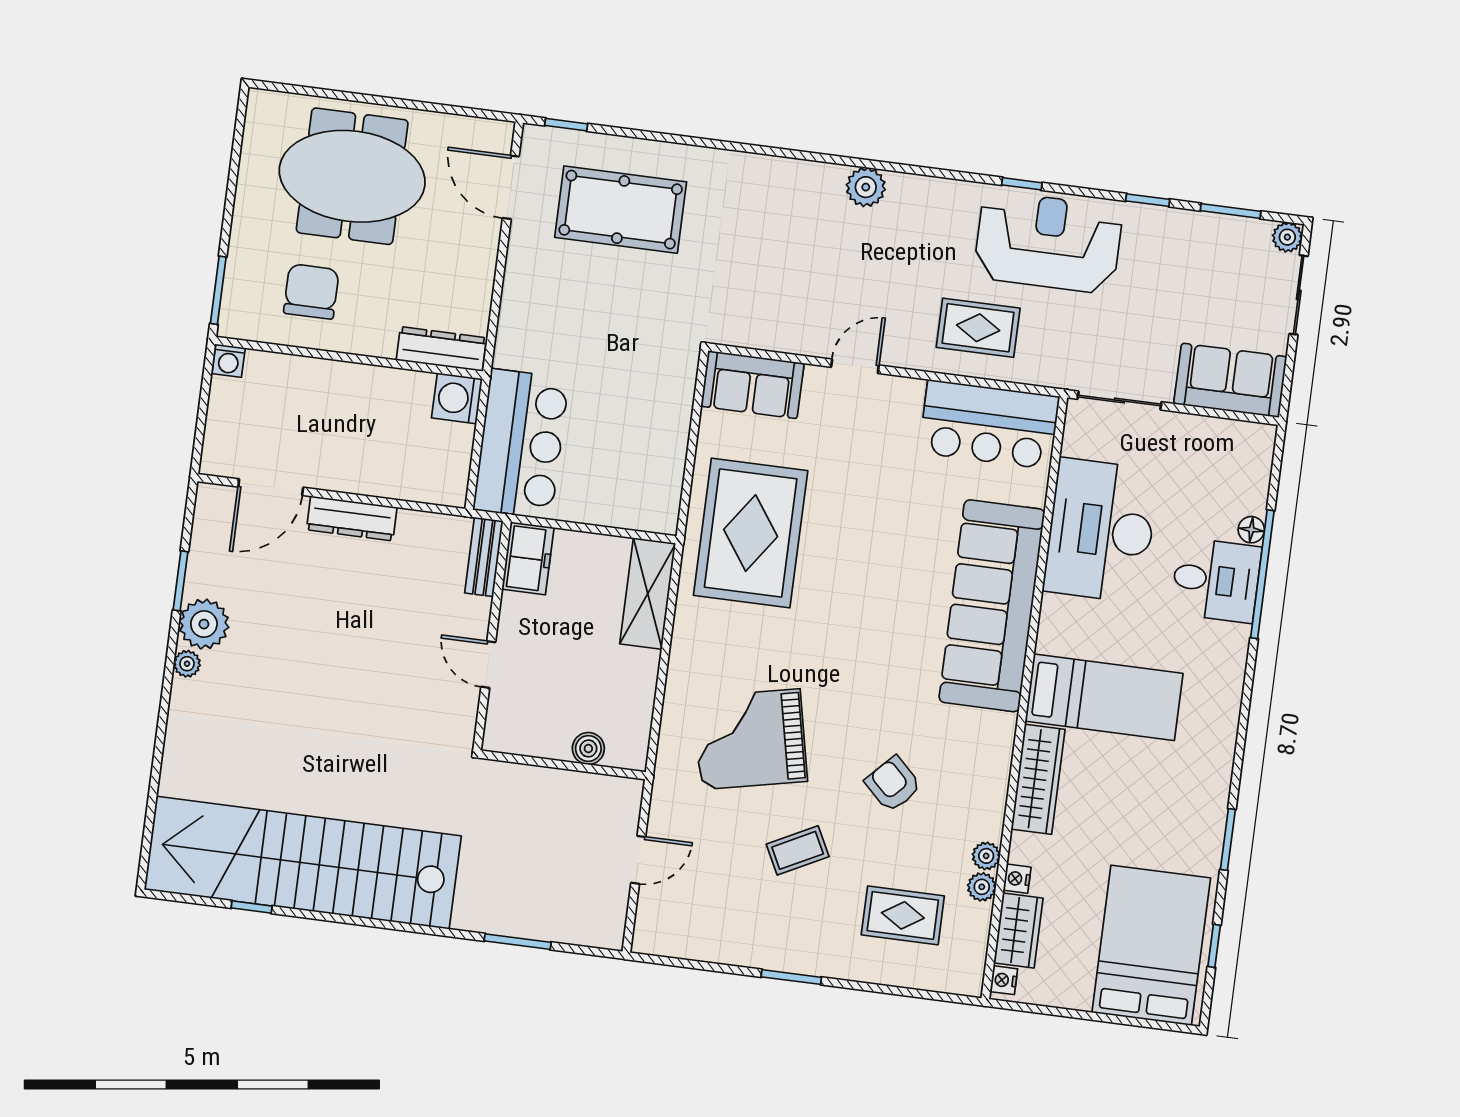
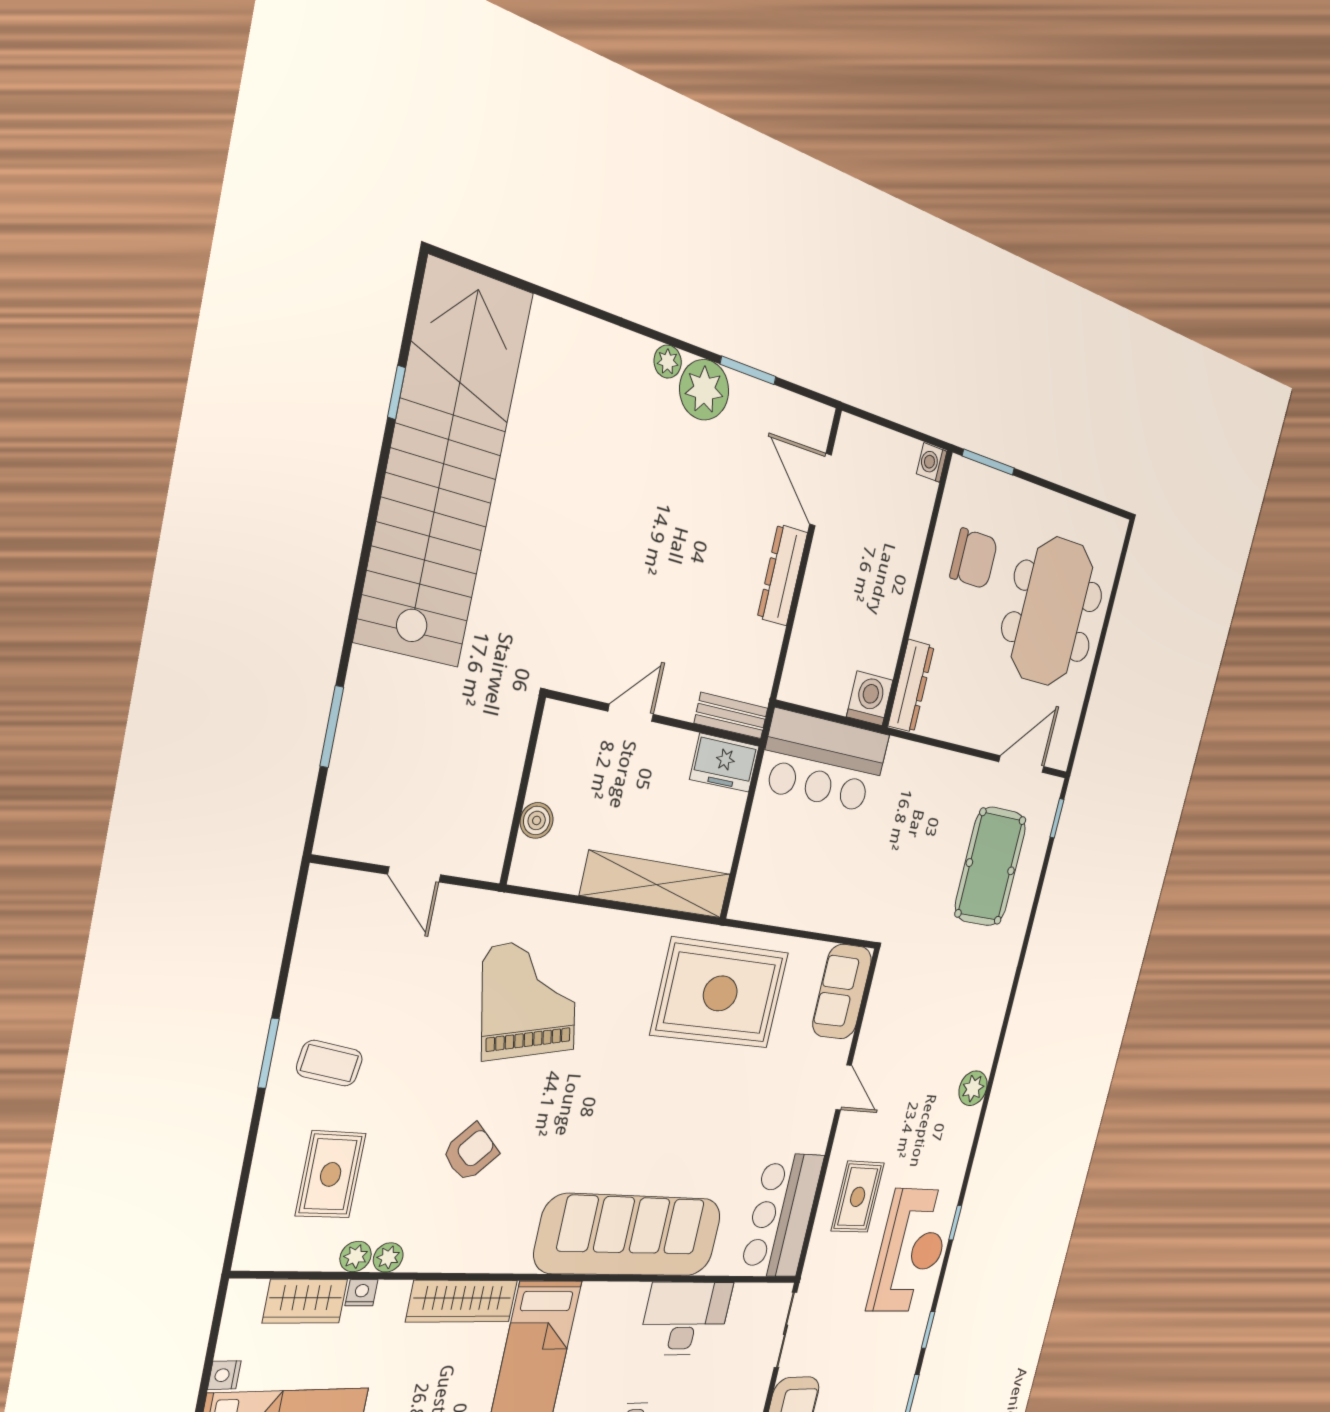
desk: (1101, 530) -> (685, 1319), width x0.73, depth x0.77
shelving: (648, 594) -> (656, 885), width x1.47
coffee table: (798, 850) -> (330, 1063), moved, turned -55
nightstand: (1004, 980) -> (224, 1375), moved, turned -90

